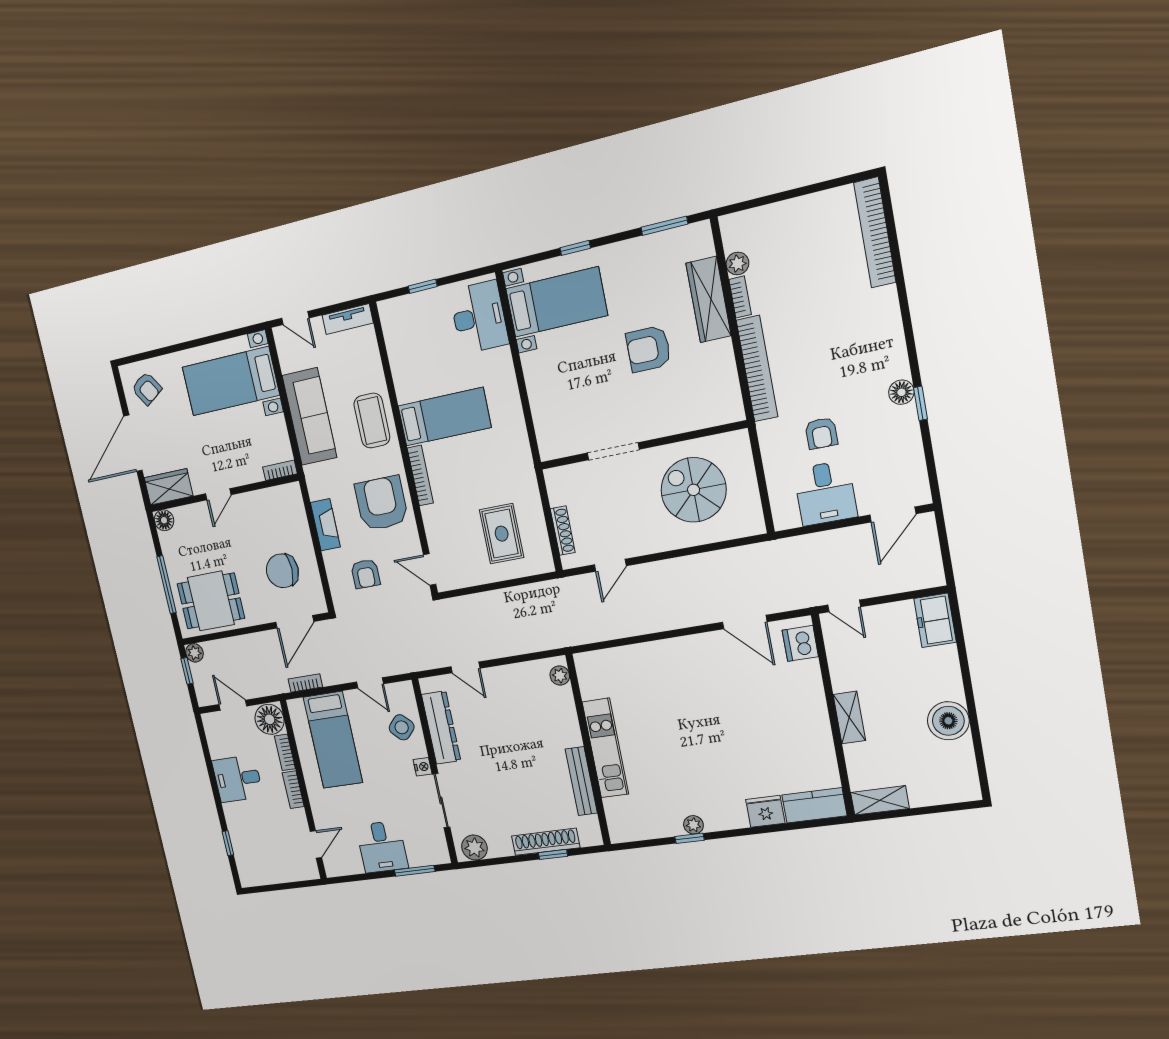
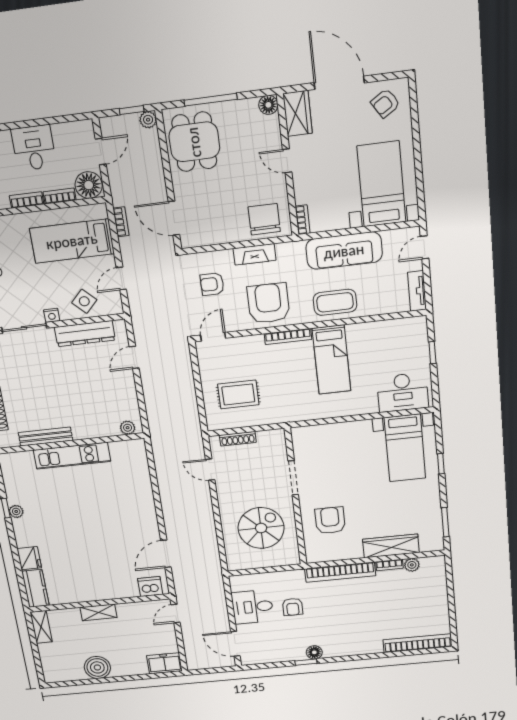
armchair: (648, 349) -> (330, 520), moved
armchair: (821, 433) -> (293, 607), turned -90
armchair: (381, 503) -> (268, 303), turned -90
chair: (282, 571) -> (264, 219), moved

